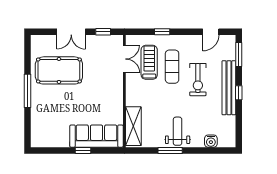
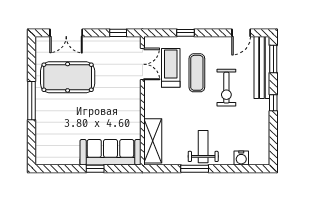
double door: (71, 32) -> (66, 33), moved
bench: (229, 88) -> (262, 68), moved

